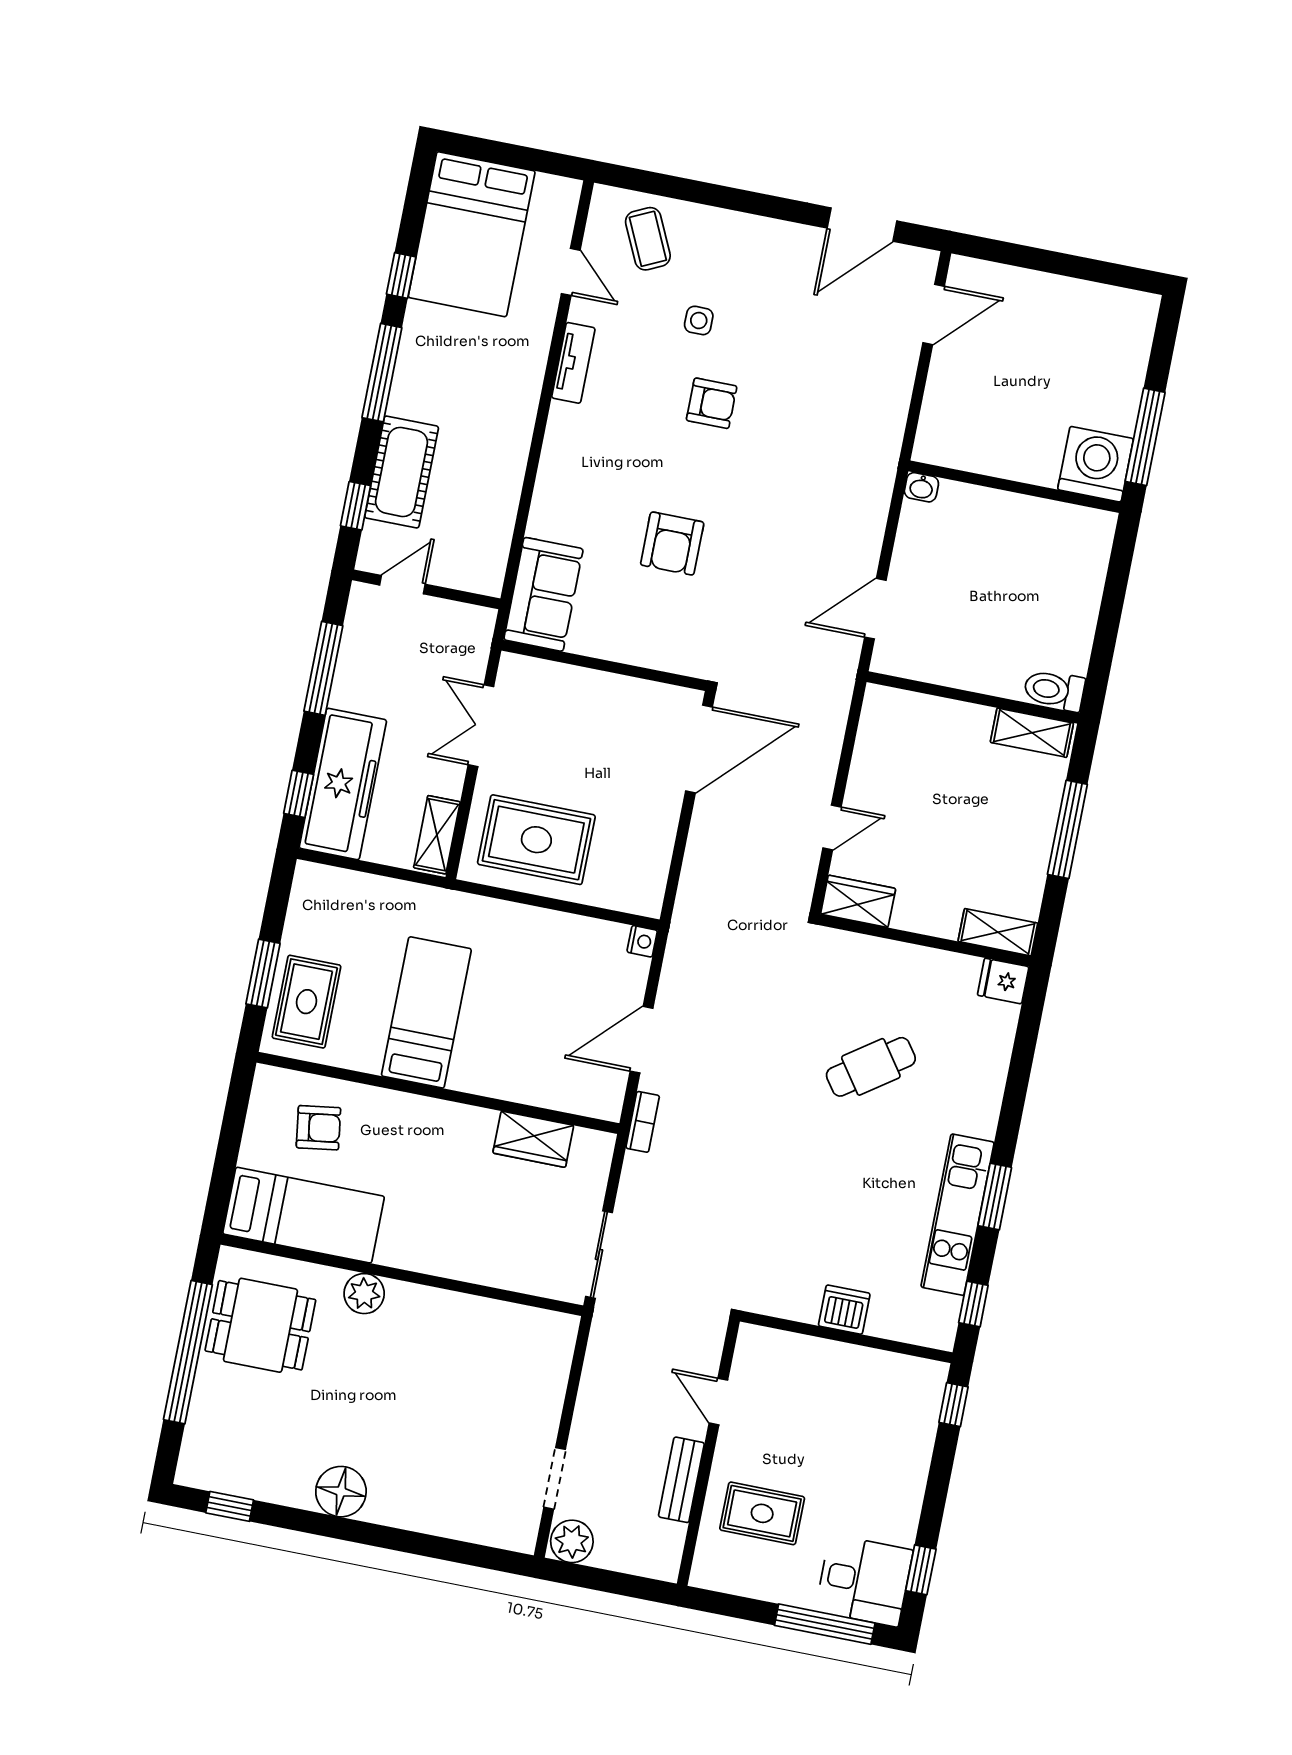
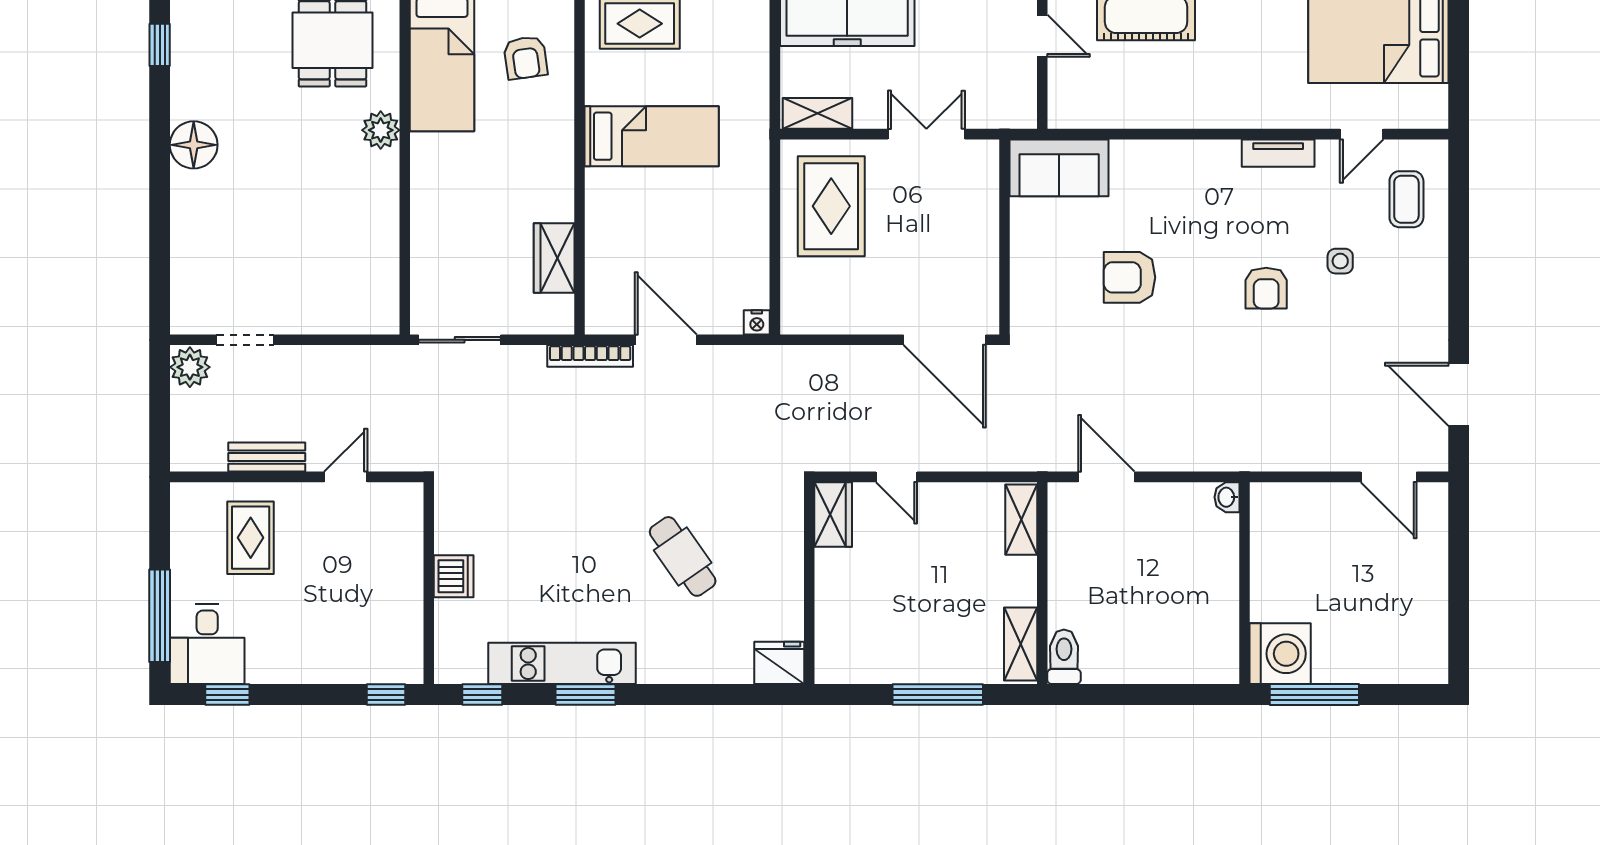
coffee table: (648, 239) -> (1406, 199), turned -65
shelving: (998, 932) -> (1021, 520), moved
fridge: (1003, 981) -> (779, 663), width x1.38
bookcase: (643, 1122) -> (590, 356), width x1.56

